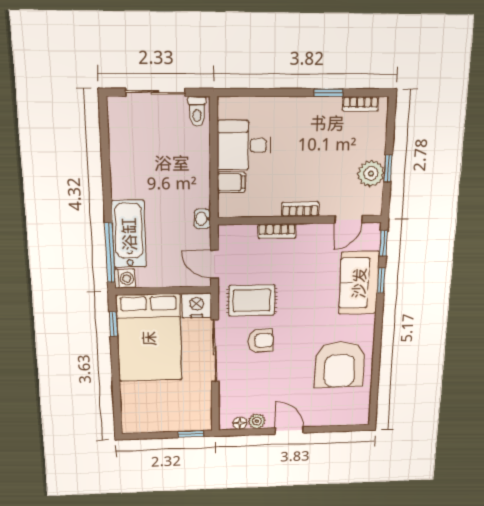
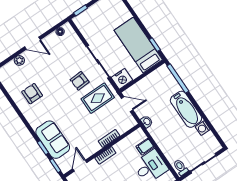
bathtub: (129, 234) -> (186, 109), moved
washing machine: (125, 279) -> (203, 128), moved
bed: (149, 338) -> (138, 45), width x0.67
armchair: (340, 365) -> (32, 94), width x0.53, depth x0.53
plant: (257, 421) -> (19, 60), moved

